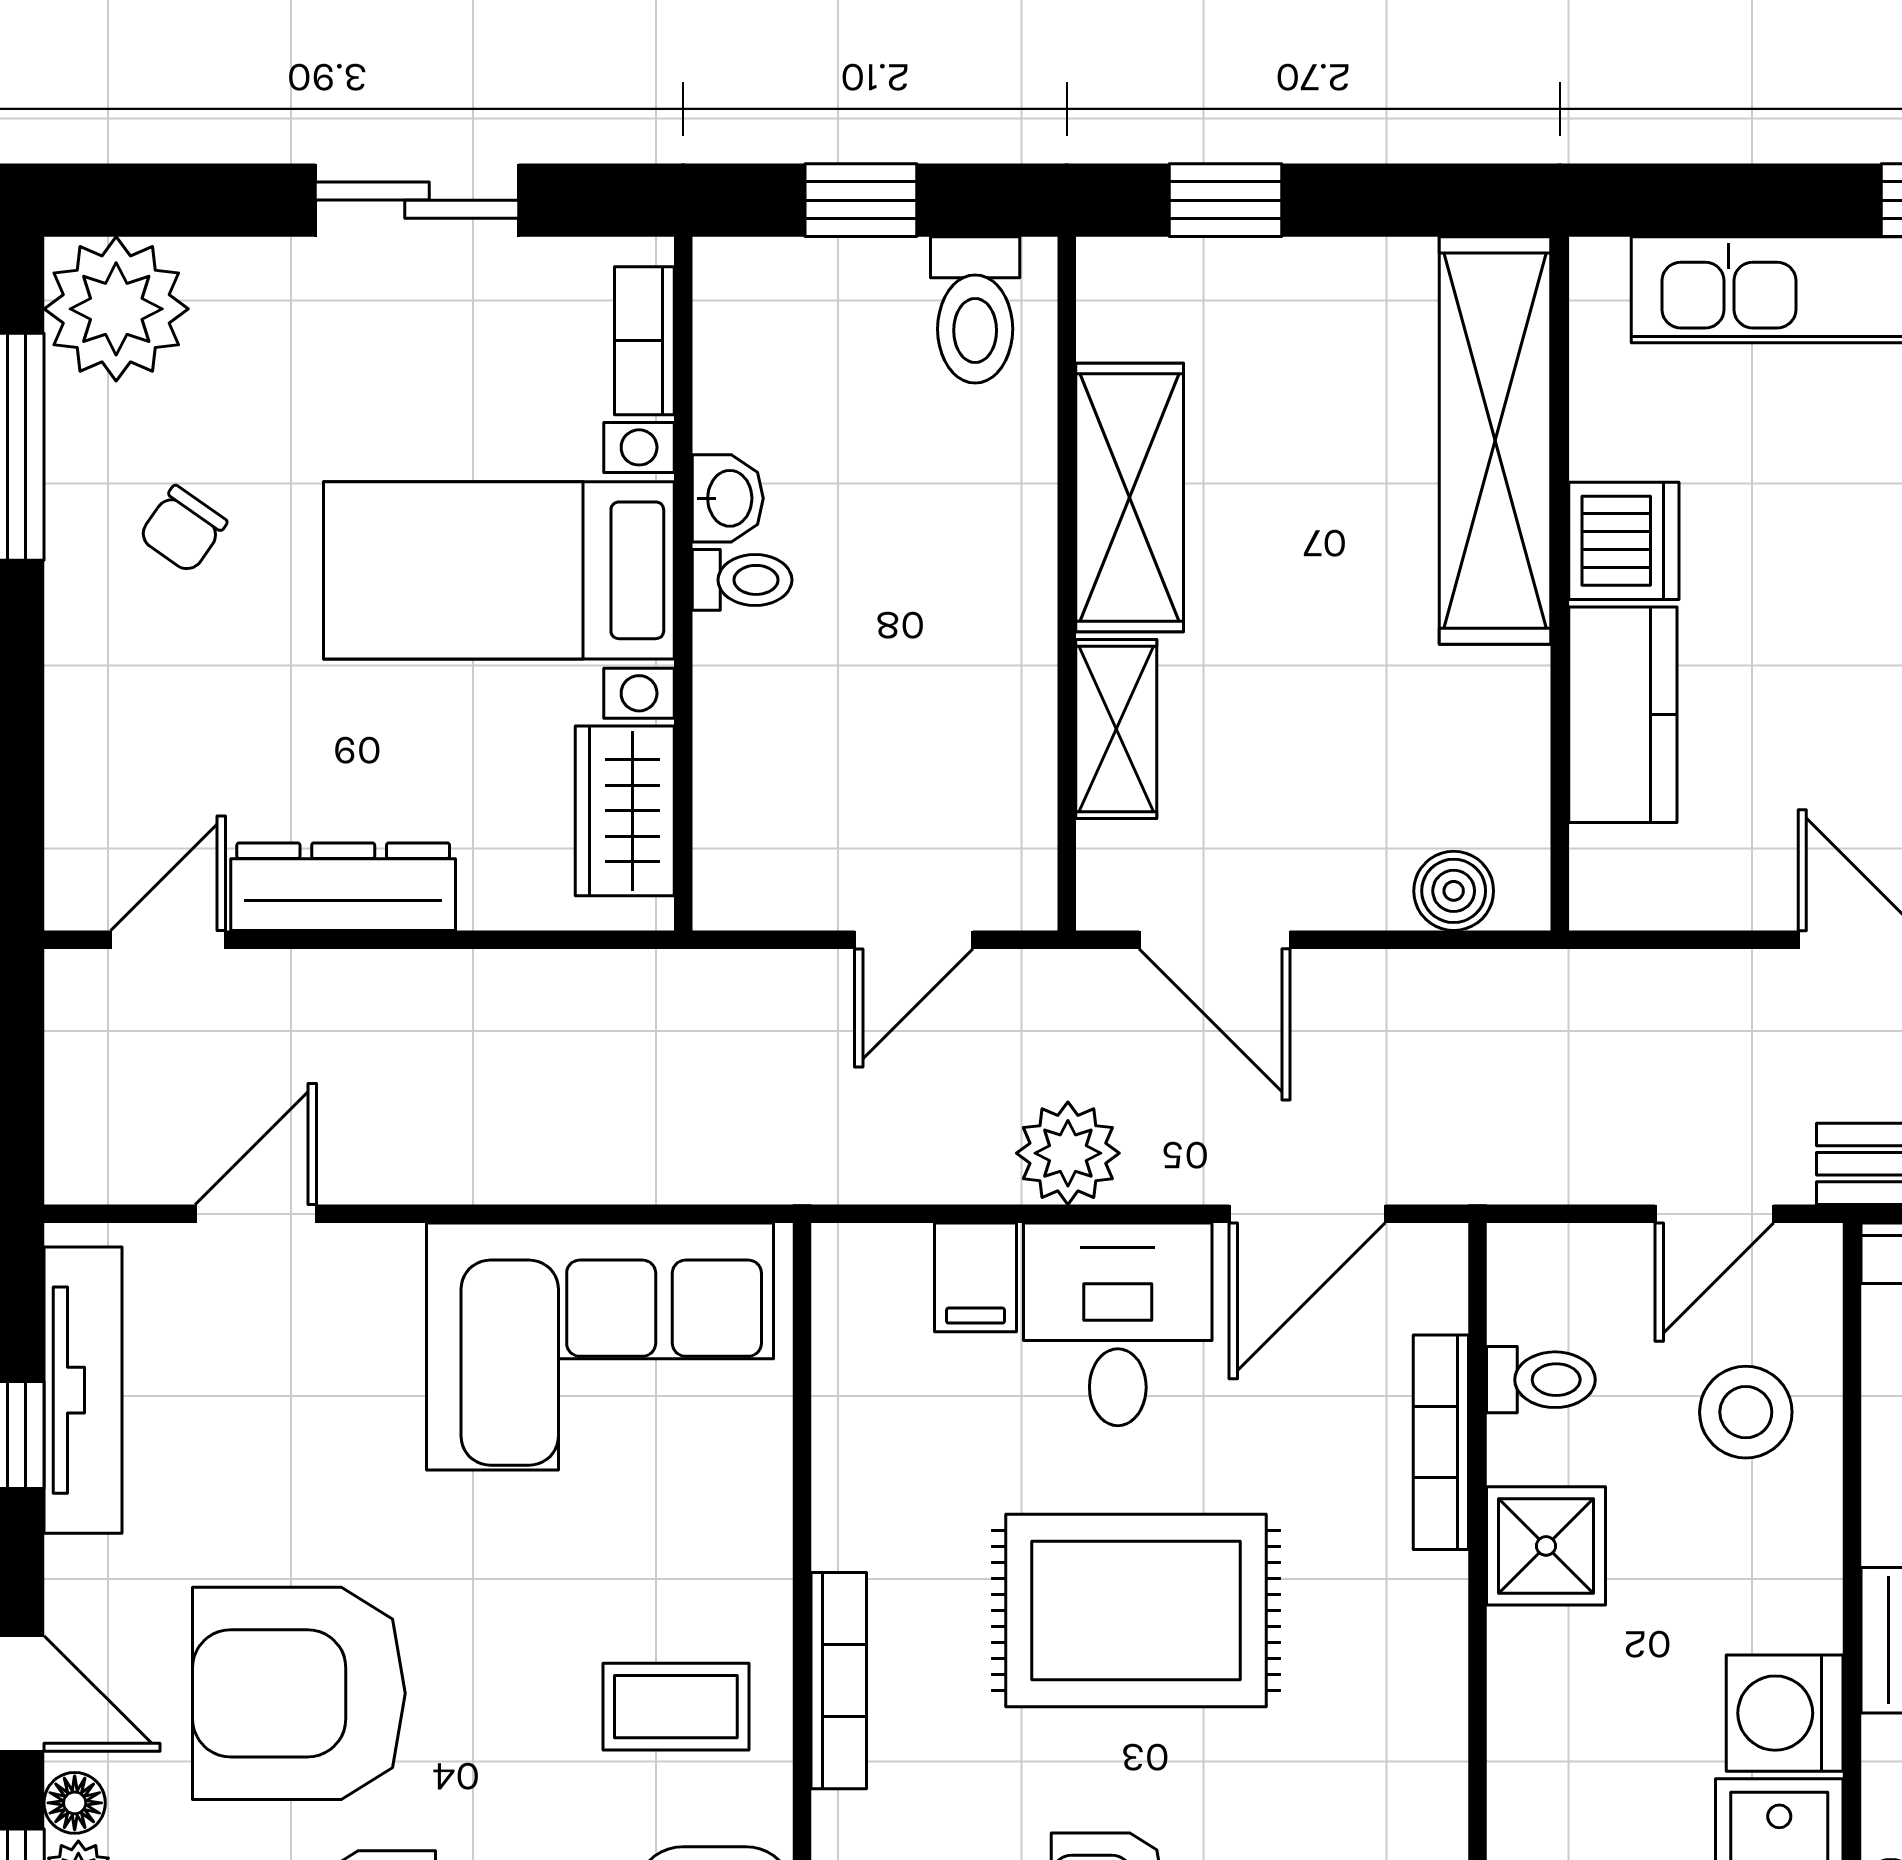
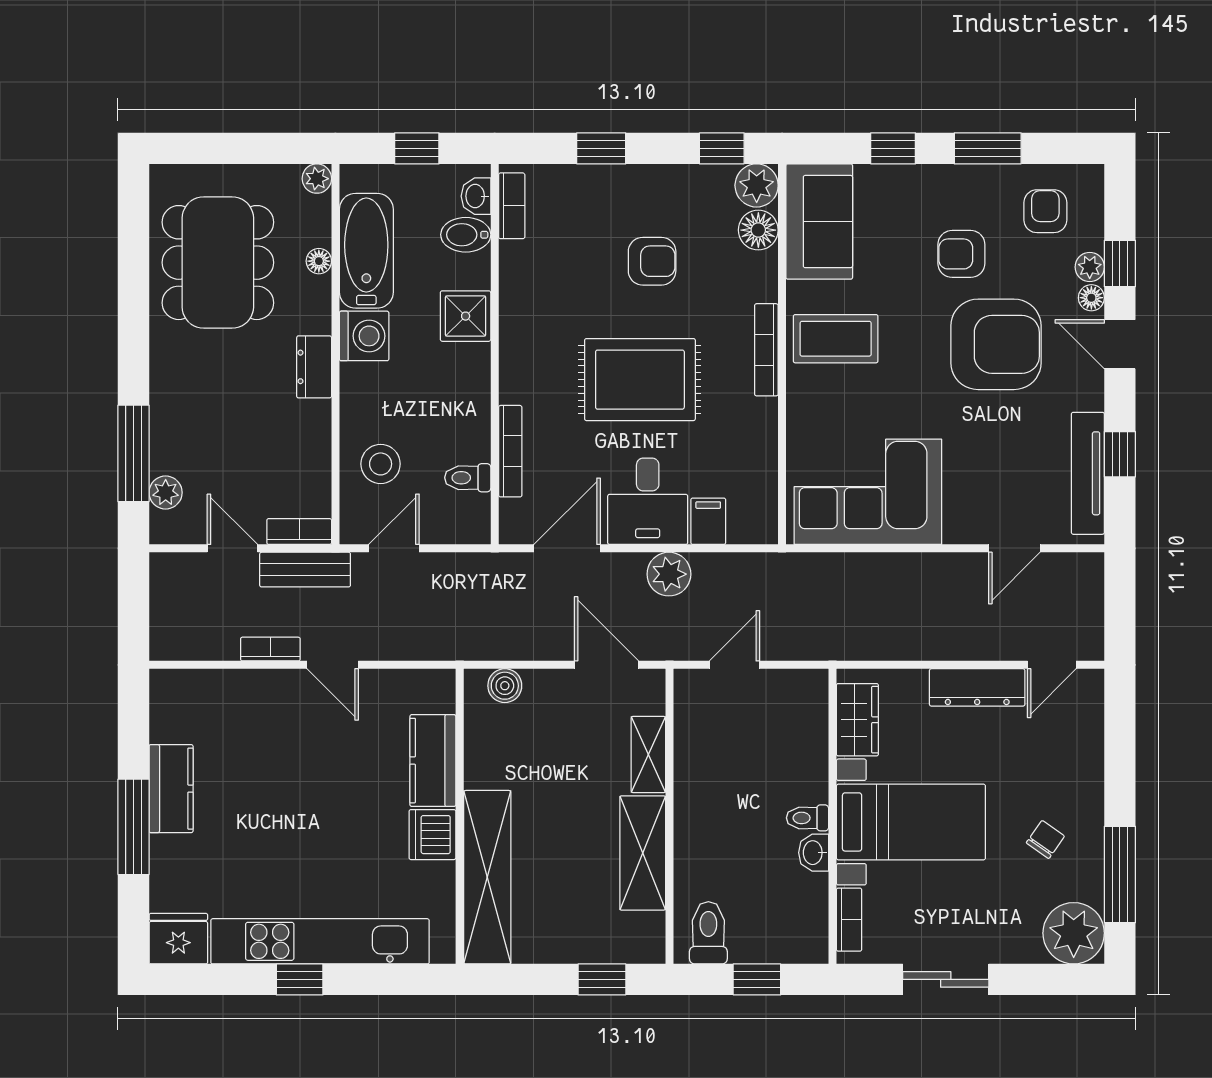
shower: (1546, 1546) -> (466, 316), moved
coffee table: (676, 1707) -> (836, 339), width x1.36, depth x1.30

